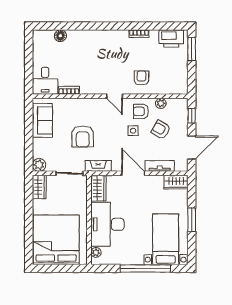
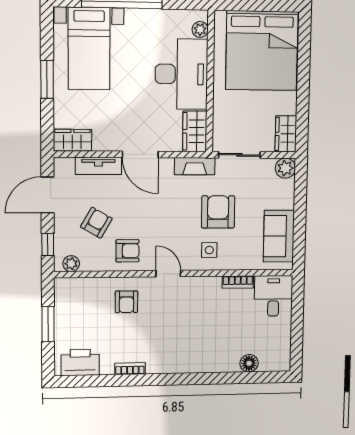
window: (192, 49) -> (48, 324), moved
plant: (161, 103) -> (71, 264), moved
armchair: (161, 130) -> (96, 223), turned -90
side table: (133, 131) -> (209, 250), moved

